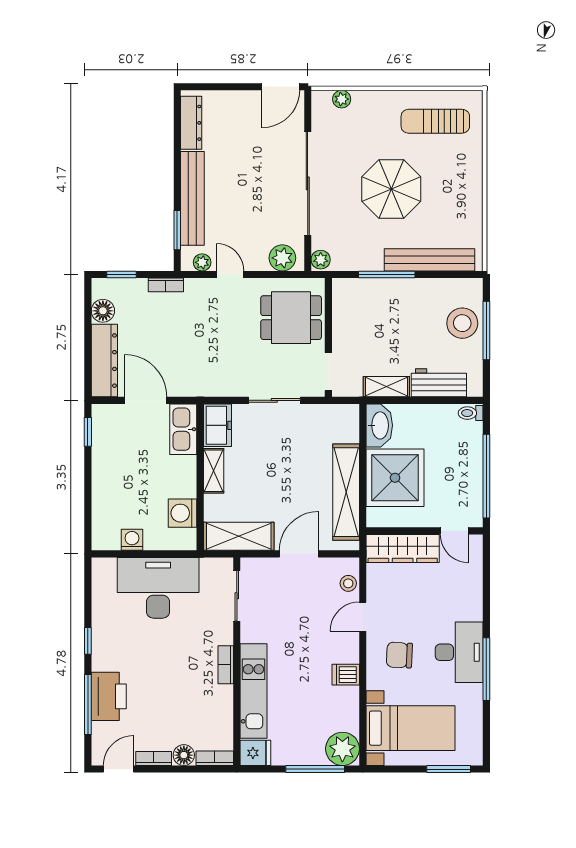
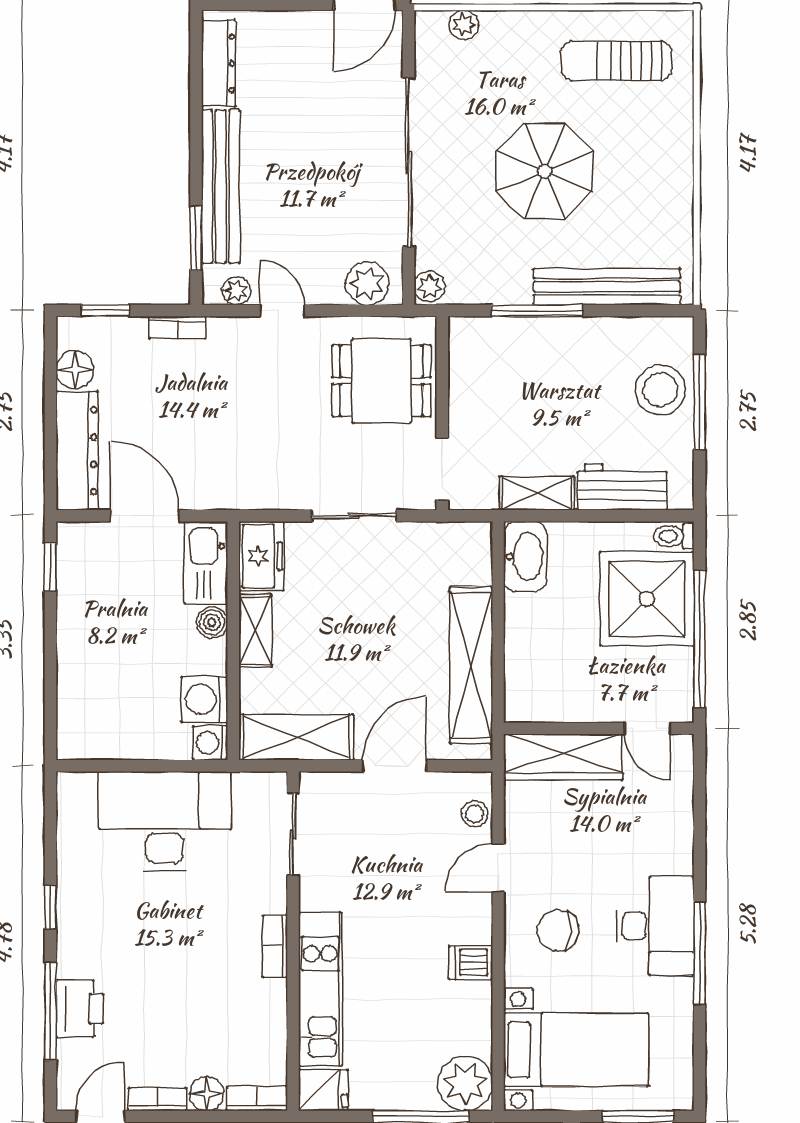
boiler: (187, 466) -> (212, 622), added
shower: (395, 478) -> (647, 599), moved
washing machine: (132, 540) -> (210, 743), moved, turned -90
printer: (109, 696) -> (80, 1009), width x0.73, depth x0.84

